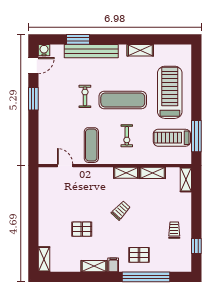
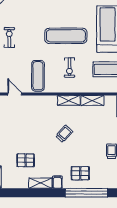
exercise bike: (85, 96) -> (9, 37), moved
pallet: (82, 229) -> (26, 160), moved

